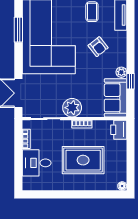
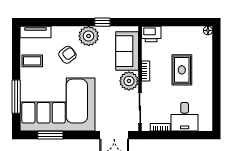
plant: (121, 72) -> (89, 36), width x1.88, depth x1.88
sofa: (115, 98) -> (127, 51), moved, turned 90
rug: (83, 160) -> (182, 70), width x0.73, depth x0.70

